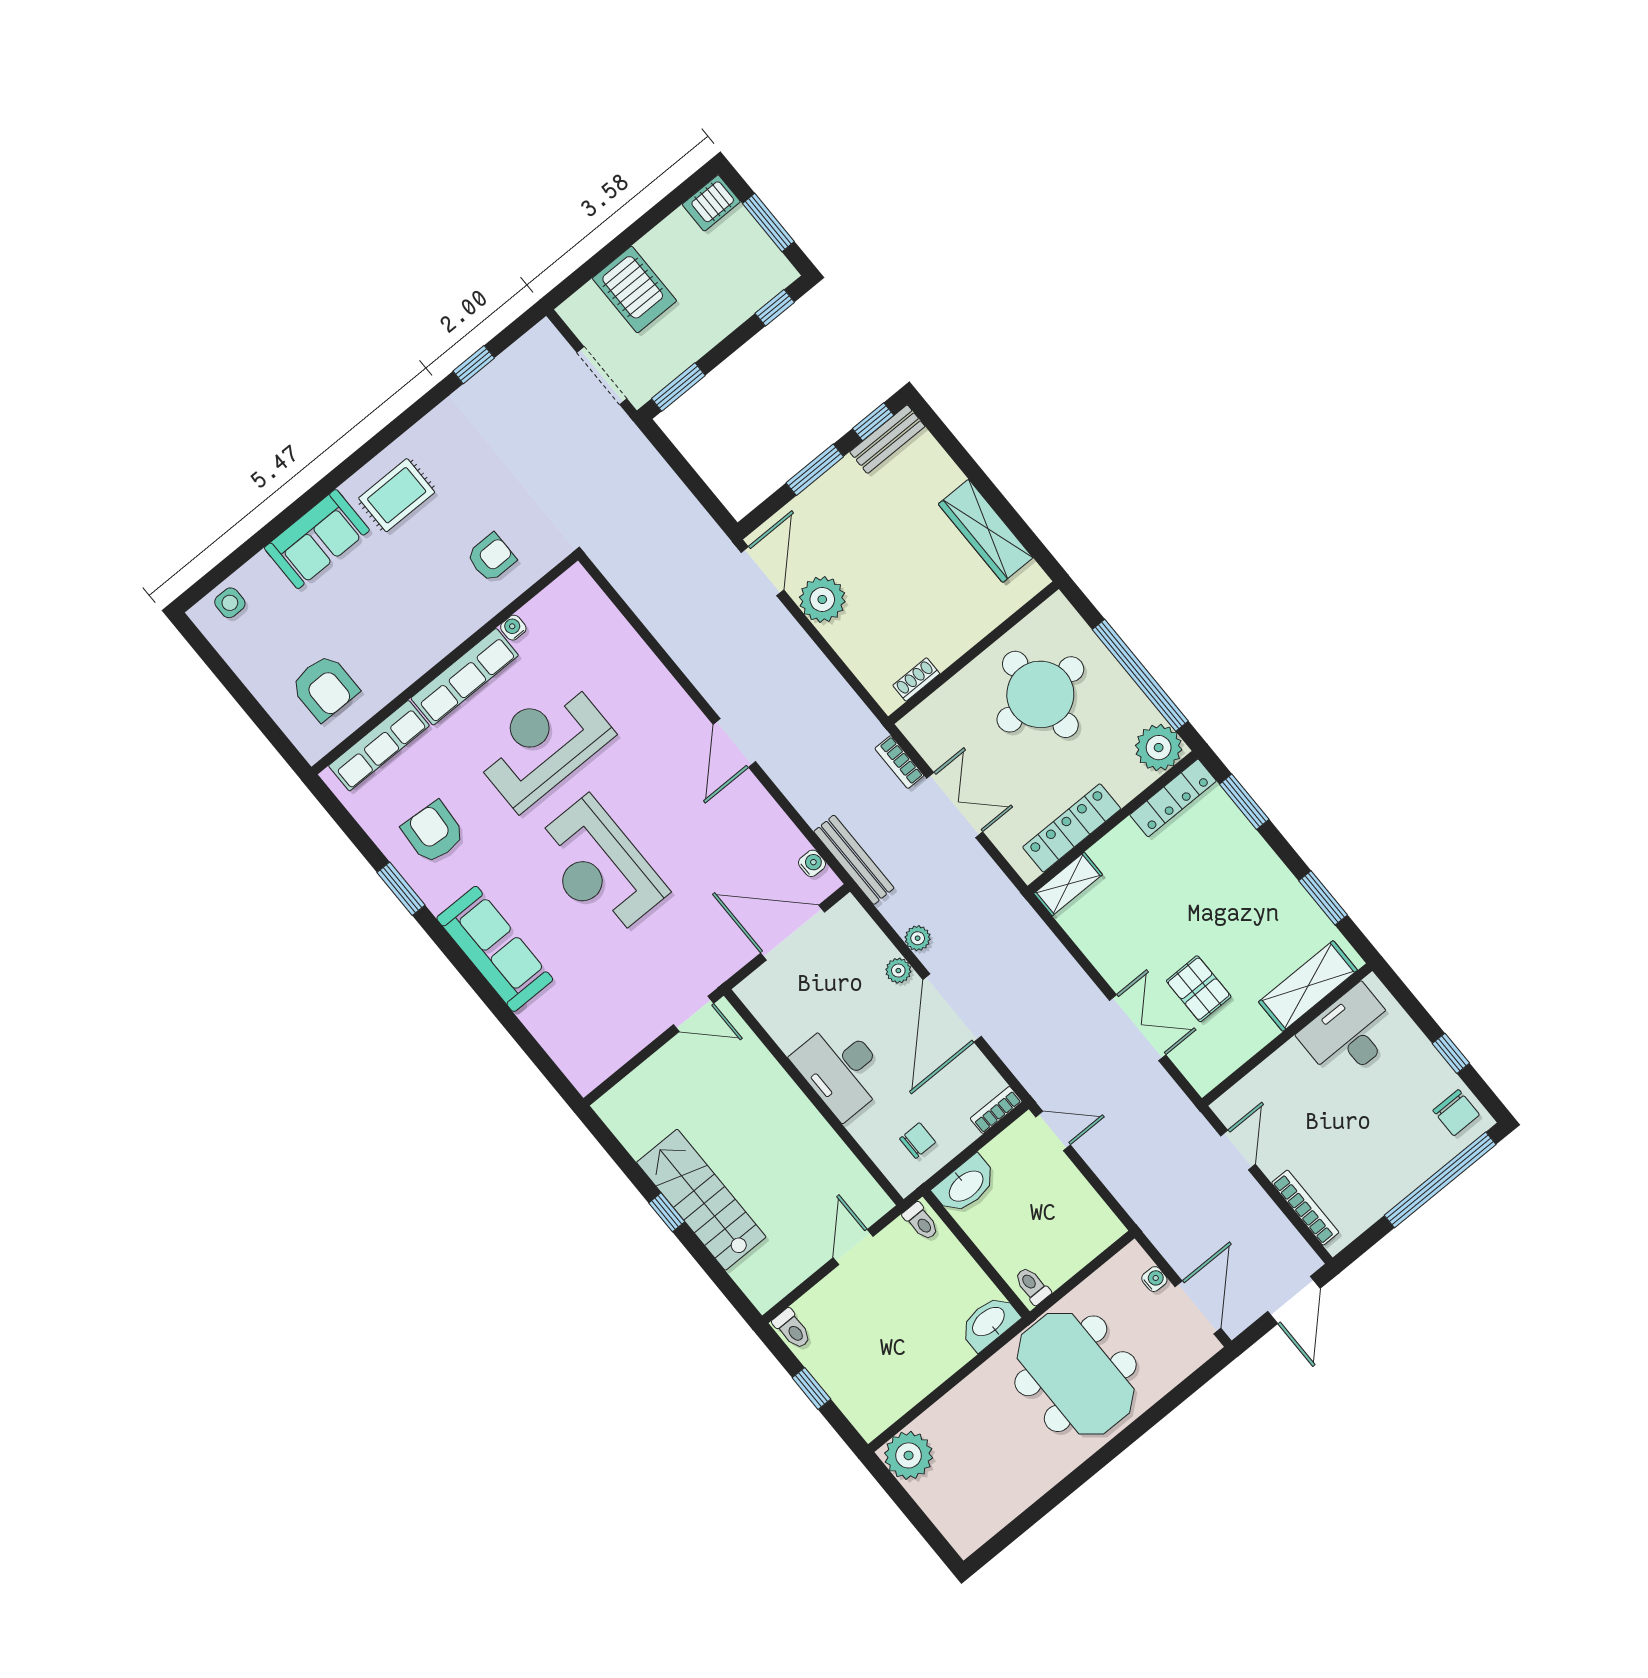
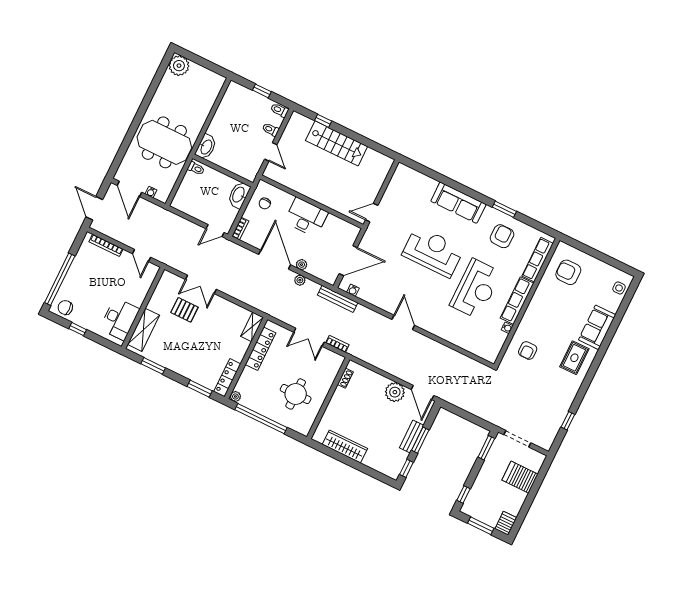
bench: (887, 439) -> (412, 436), moved
round table: (1040, 694) -> (296, 394), width x0.73, depth x0.73
plant: (1159, 748) -> (235, 396), width x0.53, depth x0.53
armchair: (433, 832) -> (502, 236), turned -93
window: (667, 1212) -> (323, 121), moved
toilet: (921, 1222) -> (271, 130), moved
plant: (909, 1455) -> (179, 66), moved

